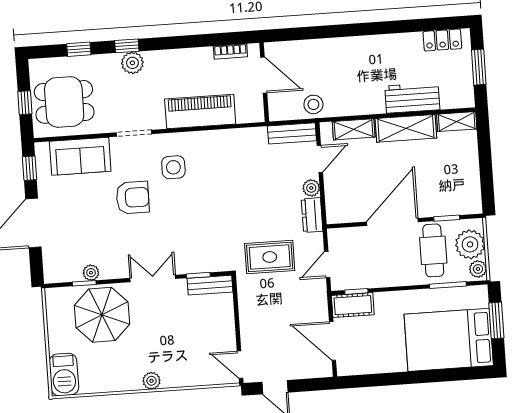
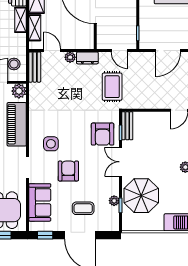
stool: (313, 104) -> (14, 64), moved
shelving: (364, 106) -> (21, 20), added
plant: (253, 111) -> (19, 91), added
coffee table: (76, 225) -> (83, 208), added
armchair: (194, 247) -> (103, 134), added
cot: (353, 305) -> (146, 36), removed

